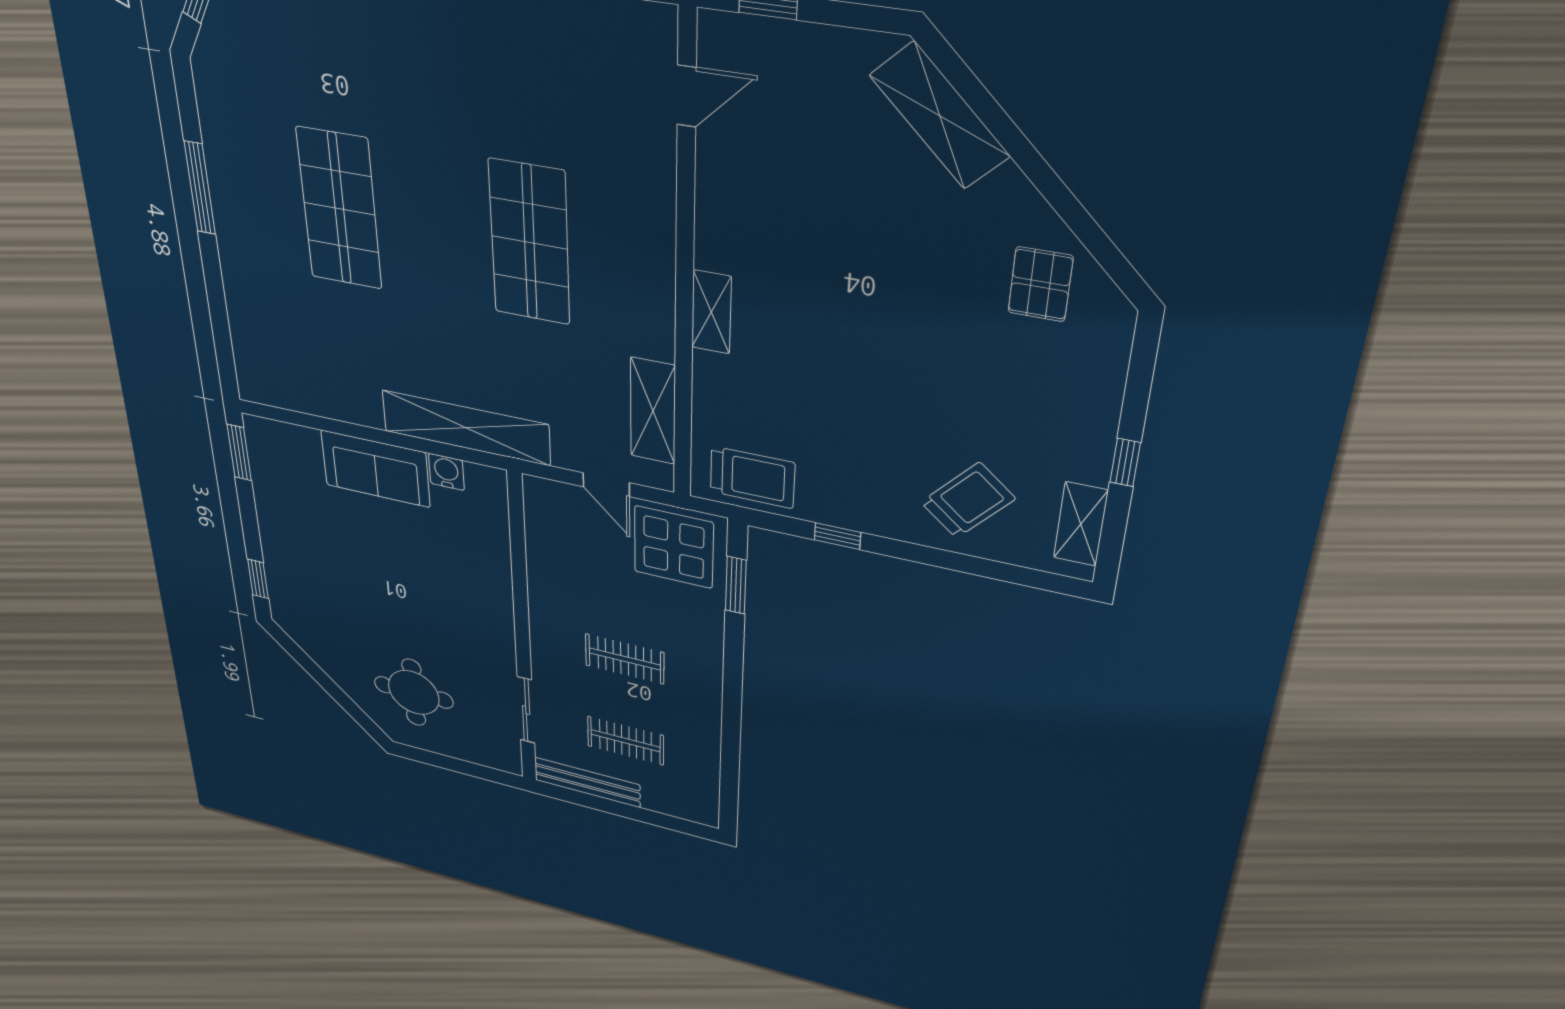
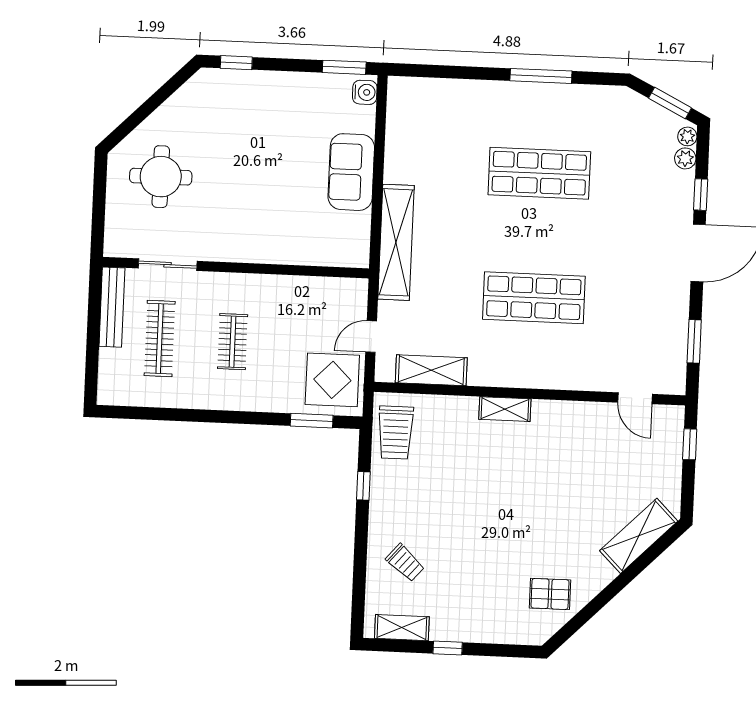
water cooler: (446, 472) -> (365, 92), moved
trolley: (968, 500) -> (405, 563), width x0.73, depth x0.72
clothes rail: (625, 741) -> (160, 339), width x1.36

